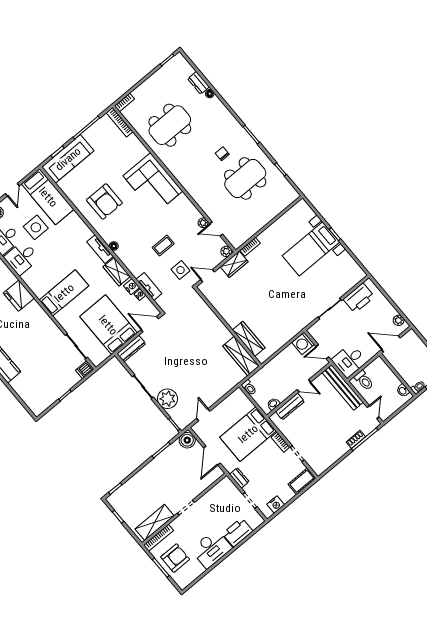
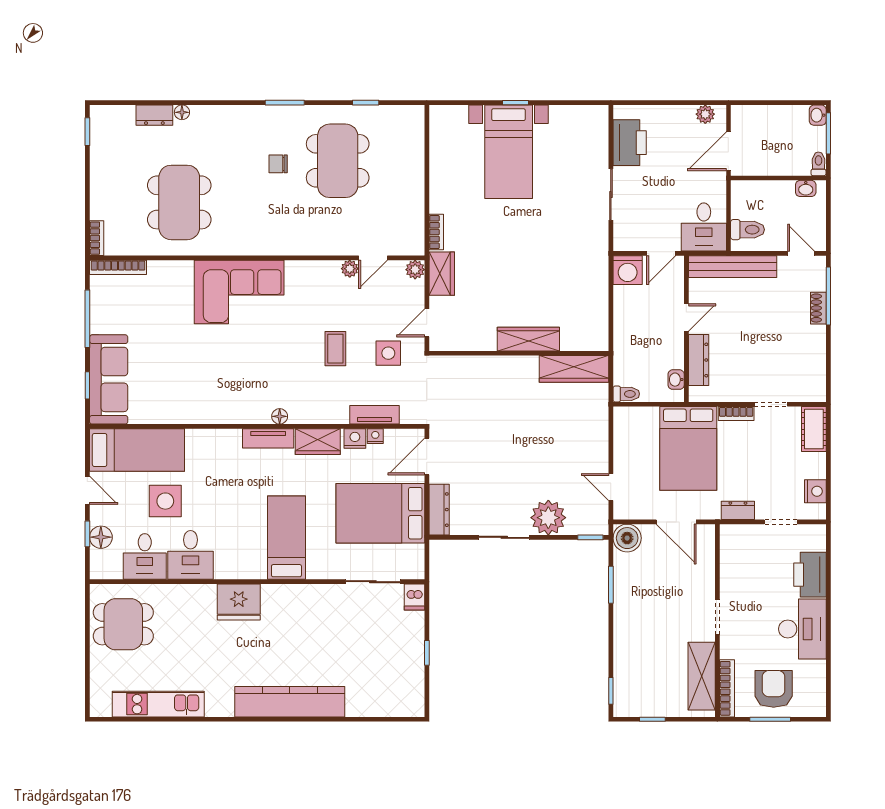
armchair: (104, 201) -> (208, 378), removed
wardrobe: (249, 339) -> (528, 339), moved

